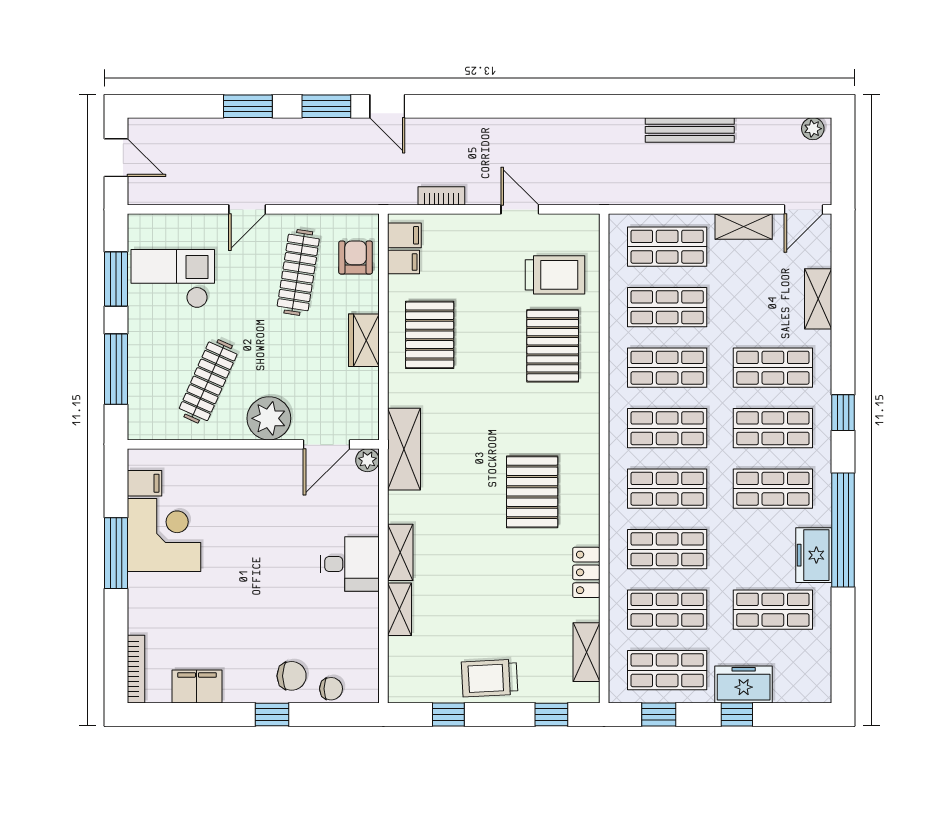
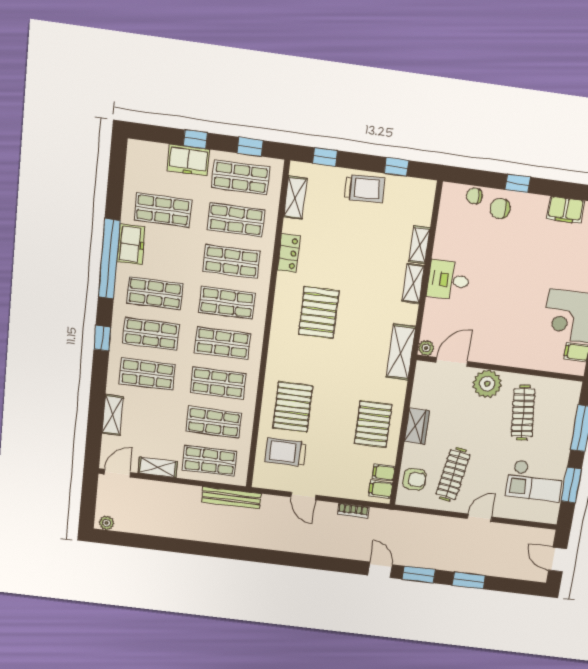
bench: (690, 130) -> (231, 498), moved
armchair: (356, 258) -> (414, 479), turned -90
clothes rail: (208, 381) -> (523, 413), turned -30

